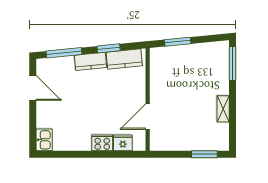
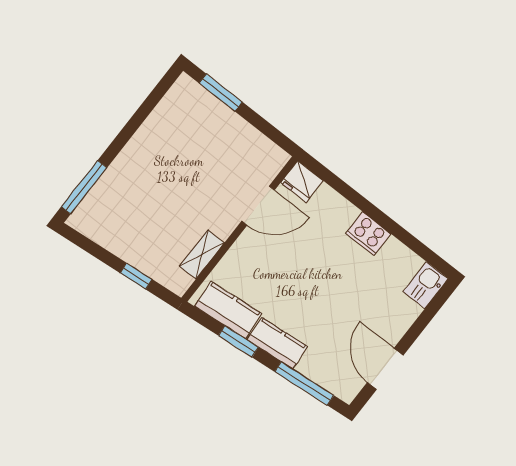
window: (178, 42) -> (136, 276), width x0.67
shelving: (223, 109) -> (202, 255), moved
cooker: (102, 143) -> (368, 234), moved
fridge: (123, 143) -> (302, 182), moved

